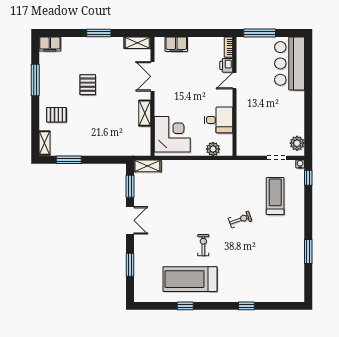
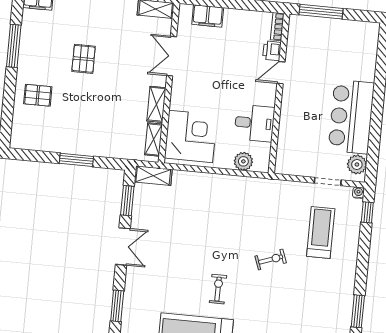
bar counter: (290, 63) -> (351, 117), moved
shelving: (44, 143) -> (154, 139), moved
window: (69, 160) -> (76, 160), moved

